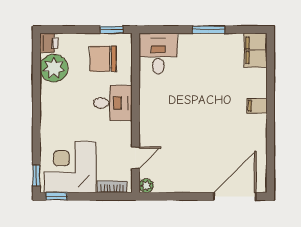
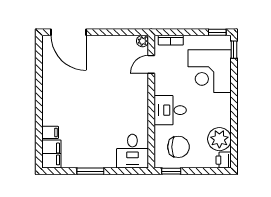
filing cabinet: (257, 106) -> (50, 132), moved
corner desk: (70, 167) -> (210, 71), moved, turned 90
door: (235, 196) -> (68, 32), hinge flipped

